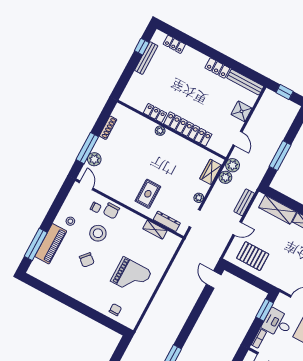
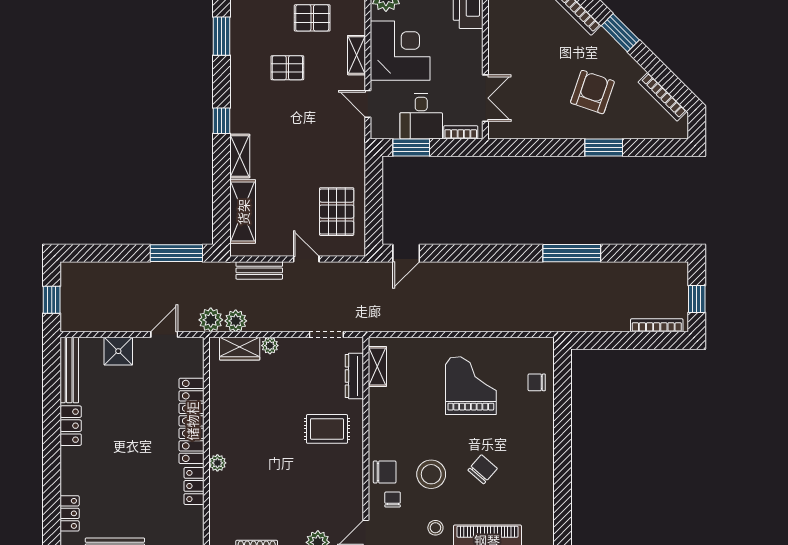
window: (280, 156) -> (176, 253), moved
plant: (199, 198) -> (270, 346), moved
shelving: (155, 230) -> (377, 366), moved

